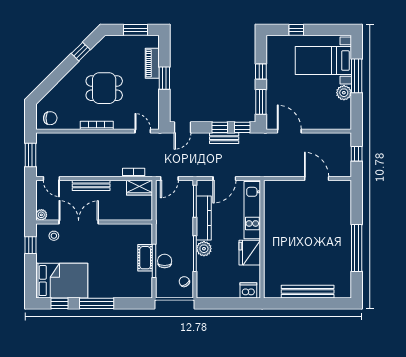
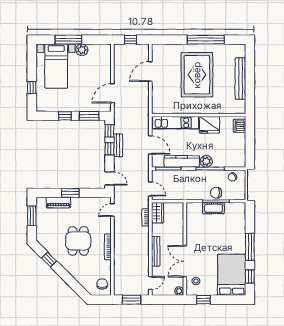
rug: (313, 237) -> (197, 75), added

